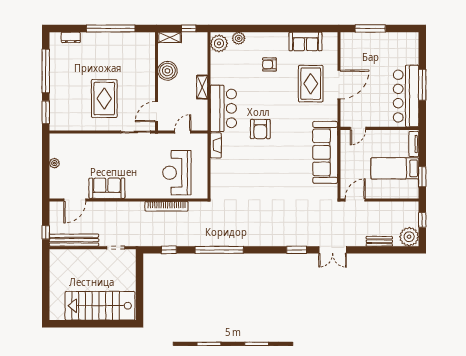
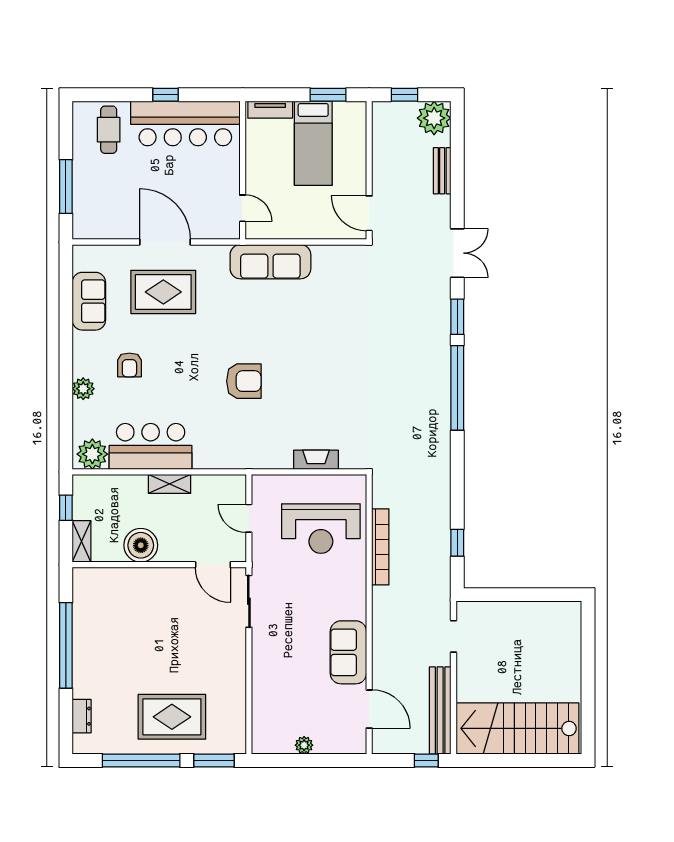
plant: (239, 38) -> (83, 389), moved
cafe table: (402, 53) -> (109, 130), added
window: (422, 85) -> (166, 95), width x0.46
rug: (104, 99) -> (172, 717), moved
bar counter: (223, 108) -> (151, 446), moved
fireplace: (216, 145) -> (316, 460), moved
sofa: (325, 152) -> (270, 262), width x0.74, depth x0.79
window: (219, 250) -> (457, 388), moved
stairs: (100, 306) -> (517, 728), moved, turned 90

